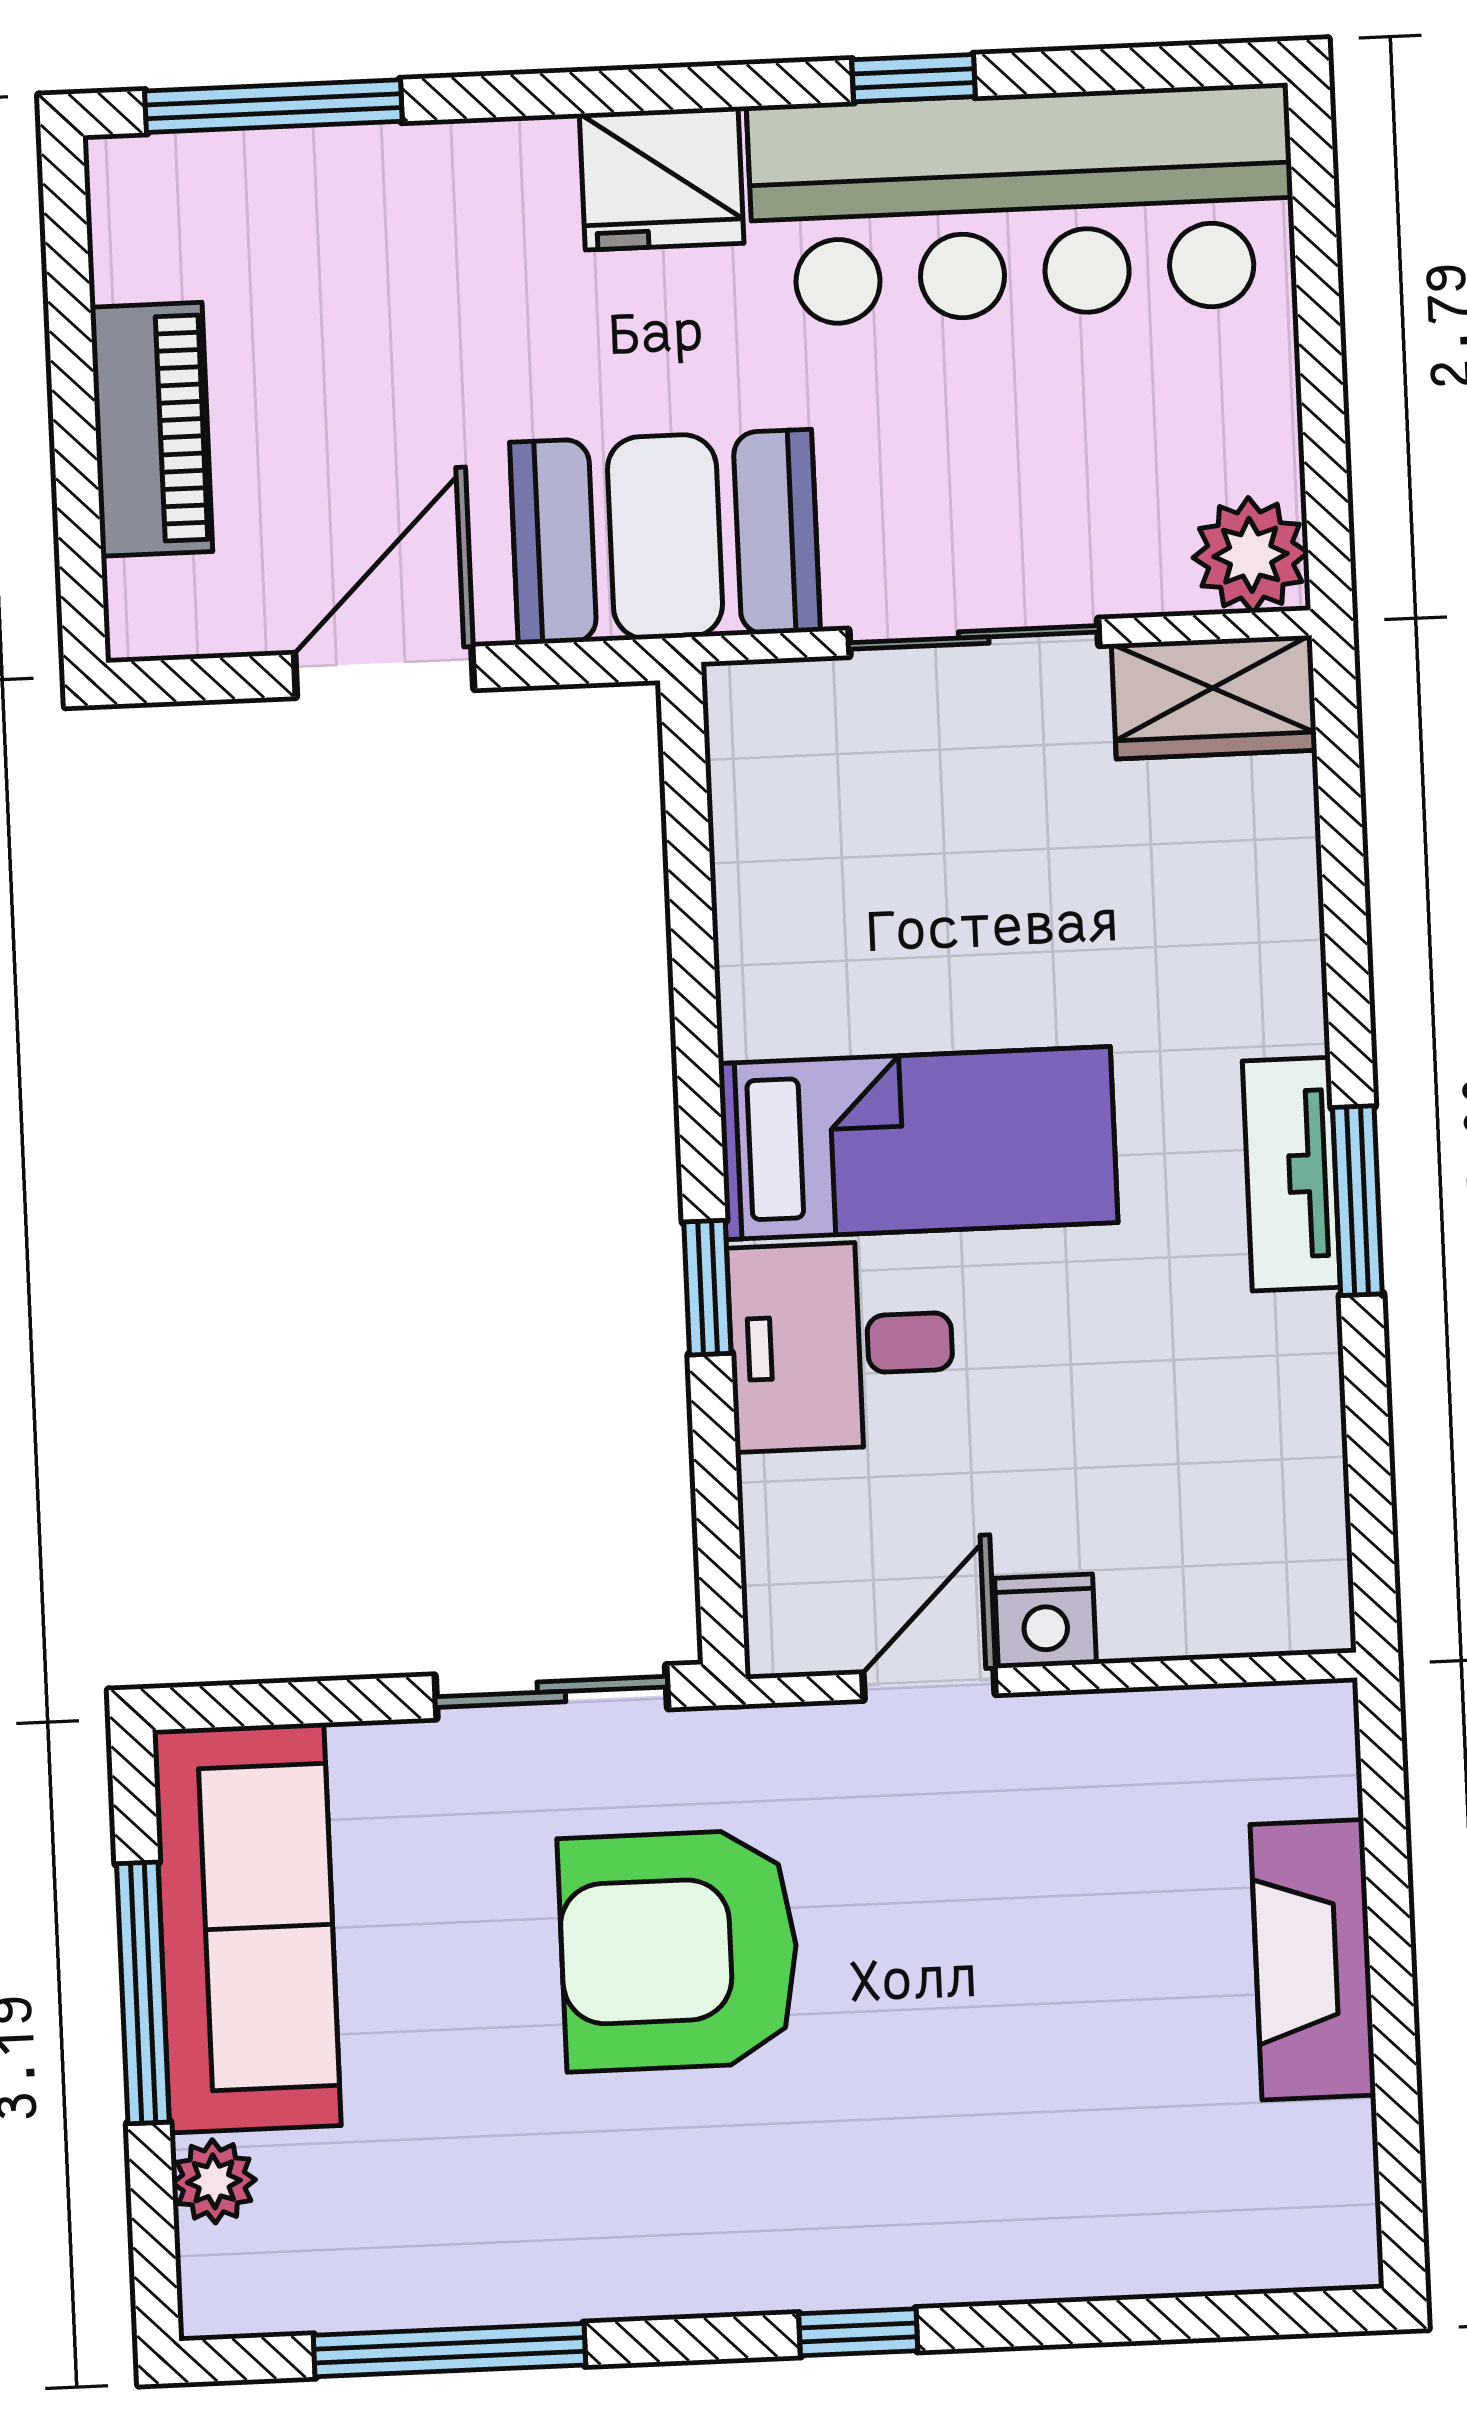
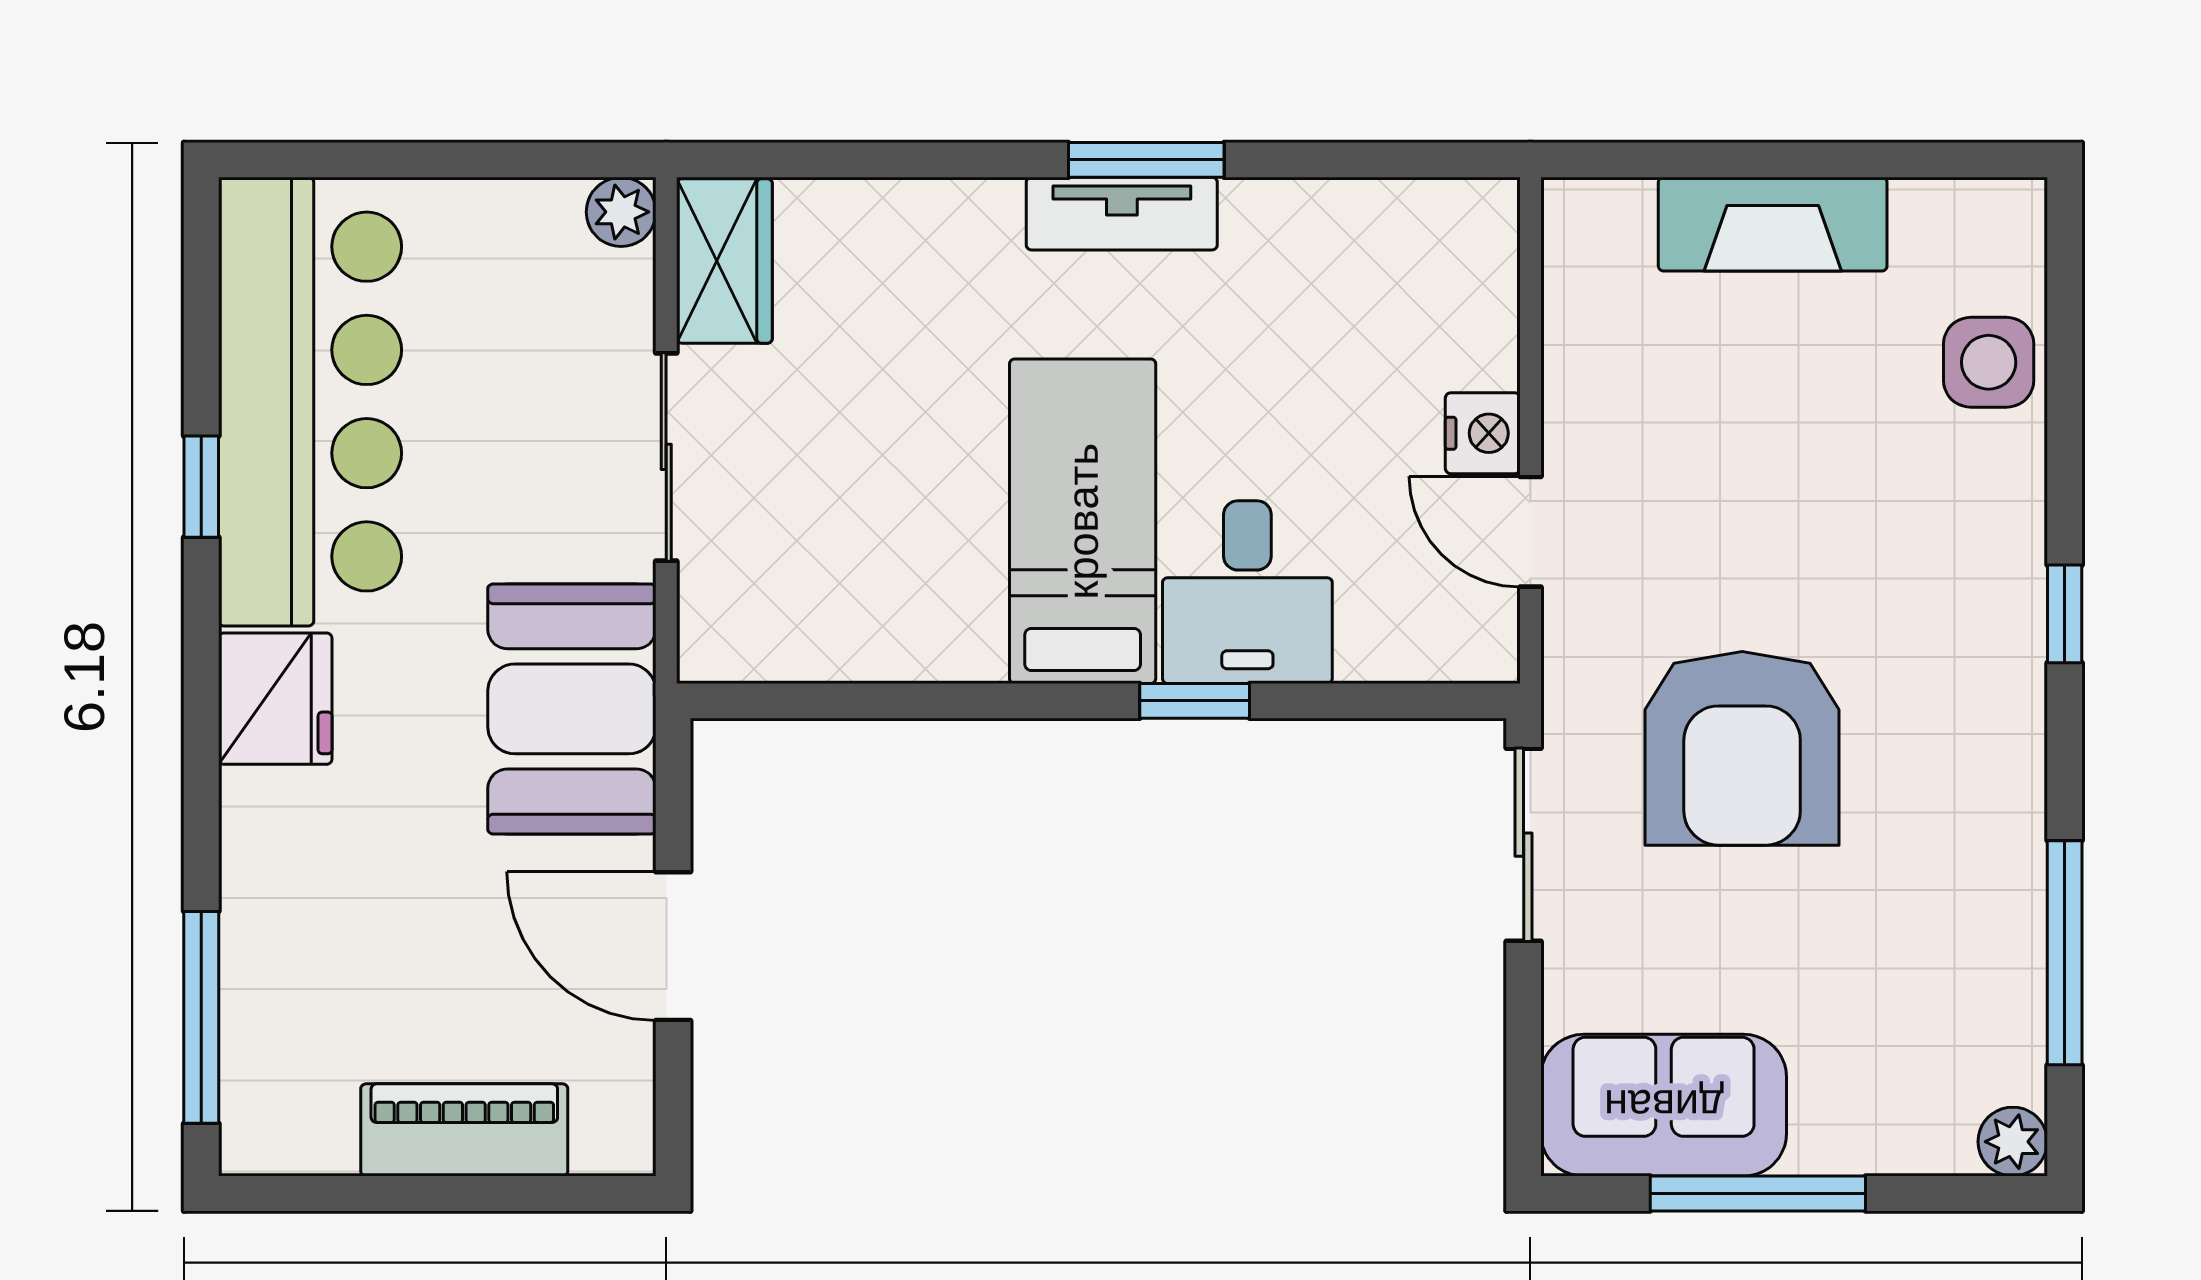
plant: (1251, 555) -> (621, 212), width x0.73, depth x0.73
sofa: (247, 1928) -> (1664, 1105), width x0.73
plant: (214, 2181) -> (2013, 1142), moved
side table: (1158, 2227) -> (1989, 362), added

